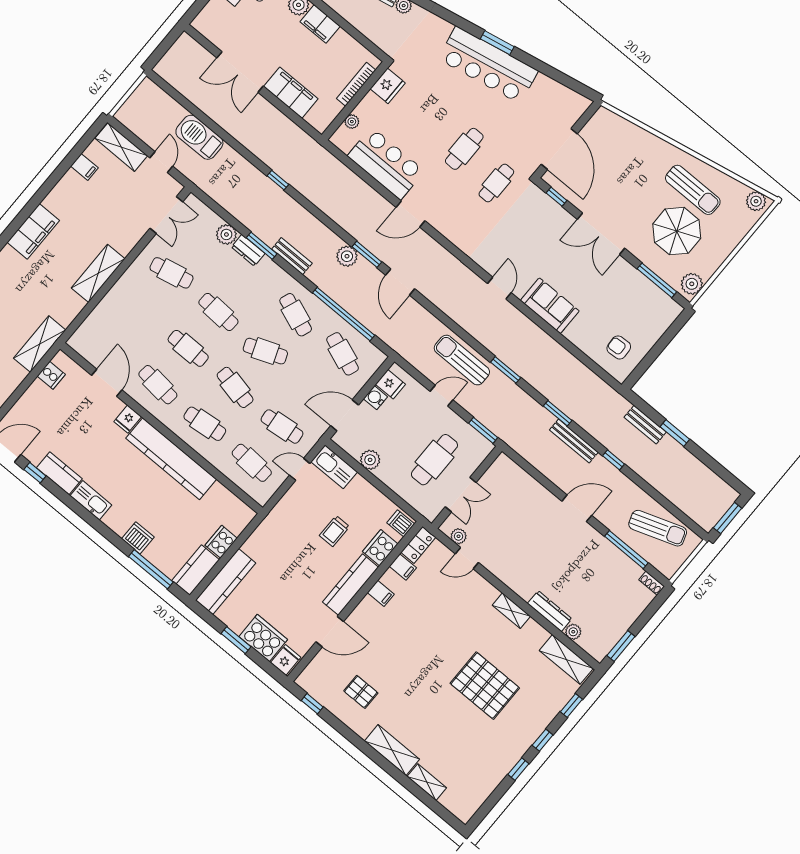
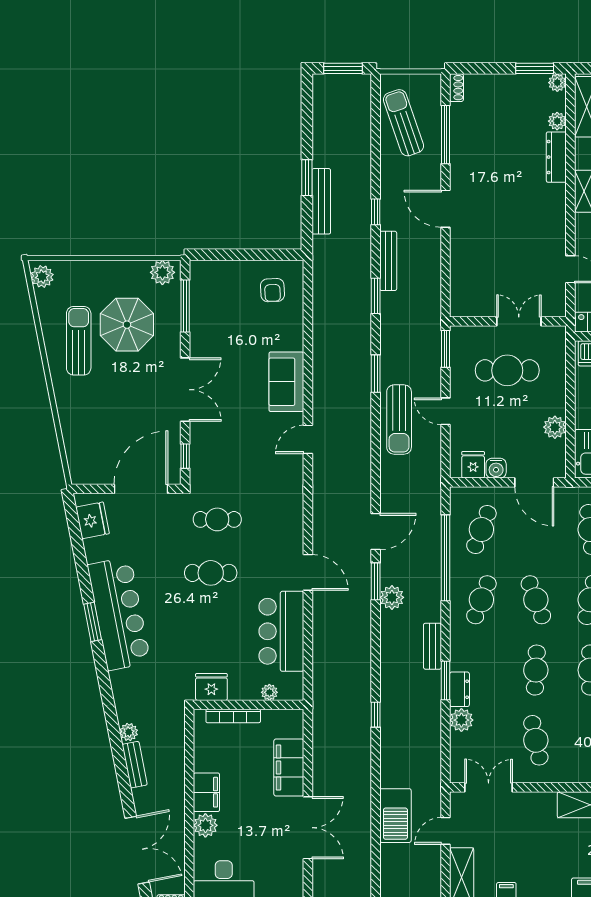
fridge: (565, 99) -> (93, 520), added
bench: (645, 425) -> (321, 201), width x1.36
plant: (459, 536) -> (557, 83), moved

